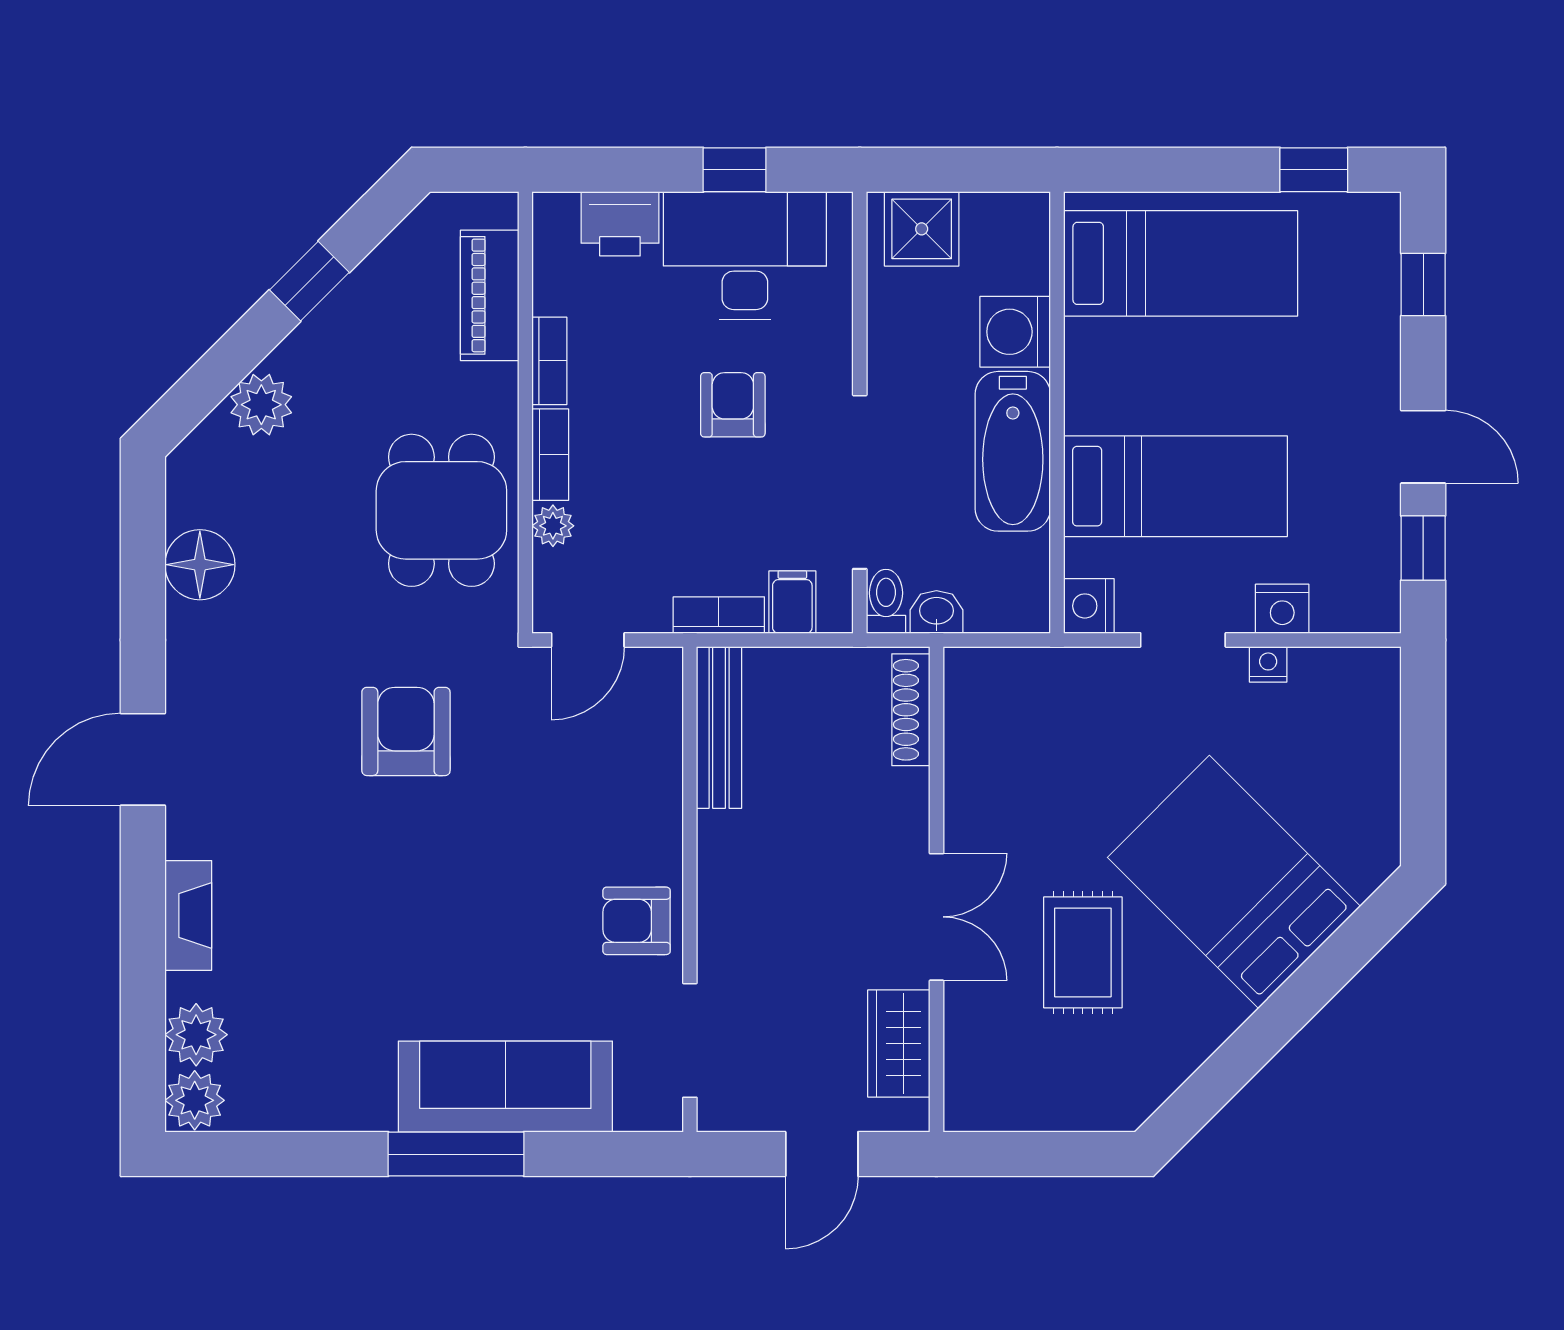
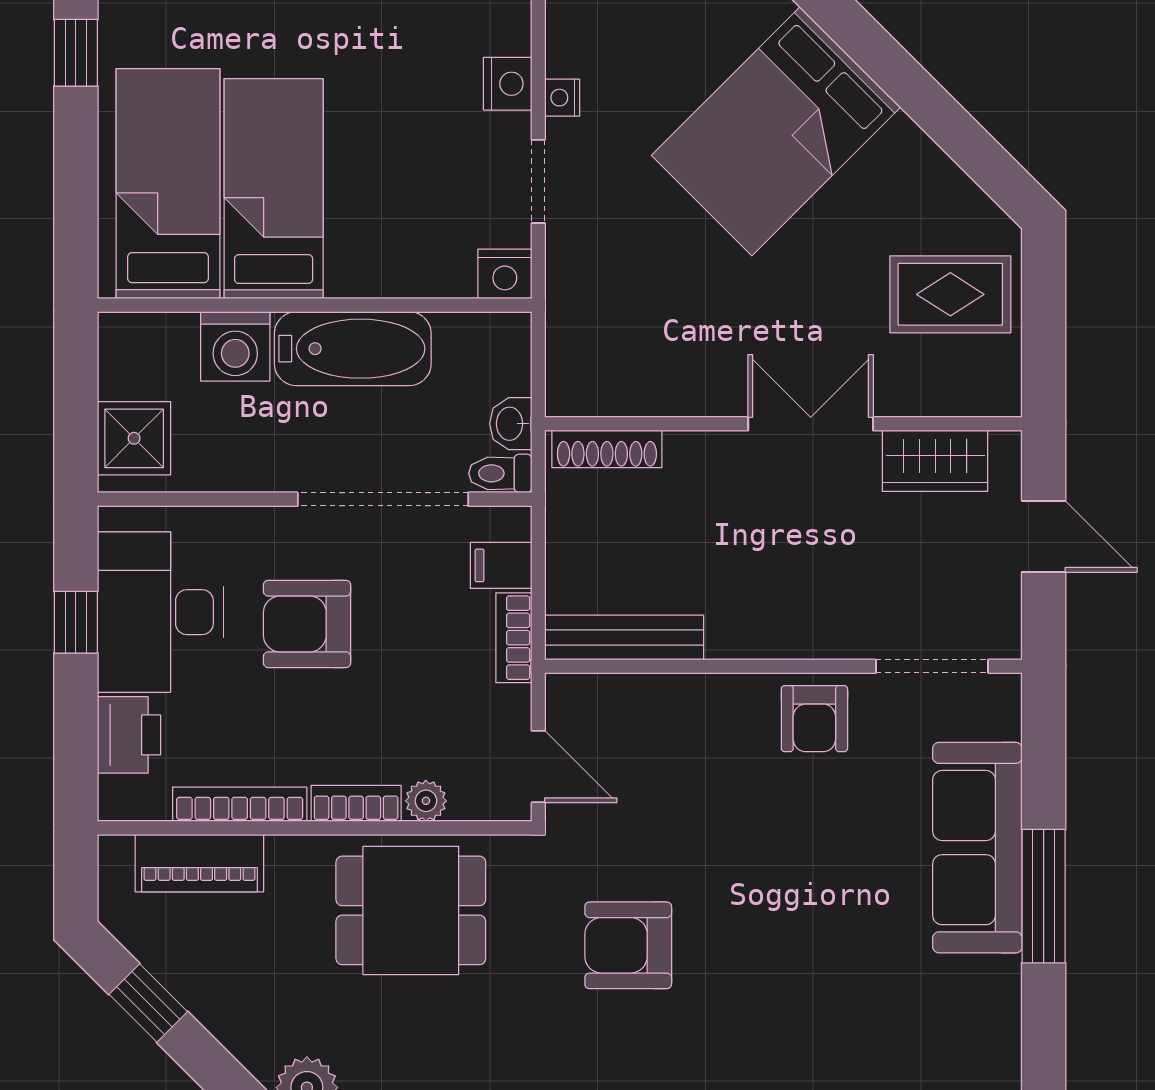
window: (309, 281) -> (148, 1003), moved
bookcase: (549, 361) -> (240, 804), width x1.56
armchair: (733, 405) -> (307, 624), width x1.38, depth x1.38
bed: (1175, 486) -> (274, 189), moved
rug: (1083, 952) -> (950, 294), moved

